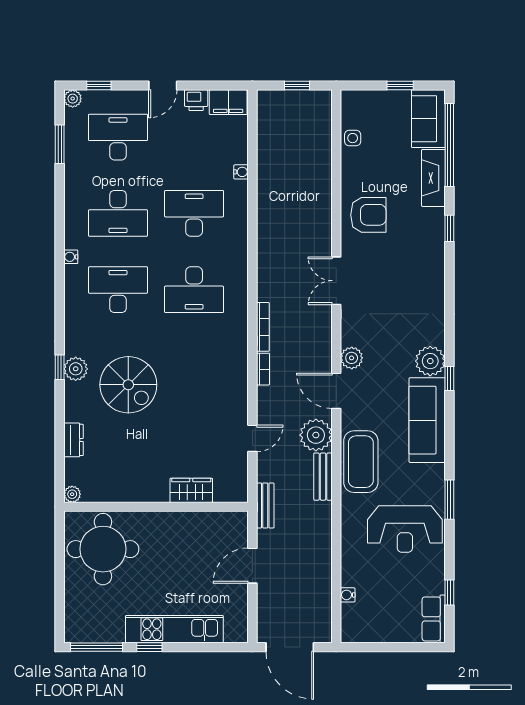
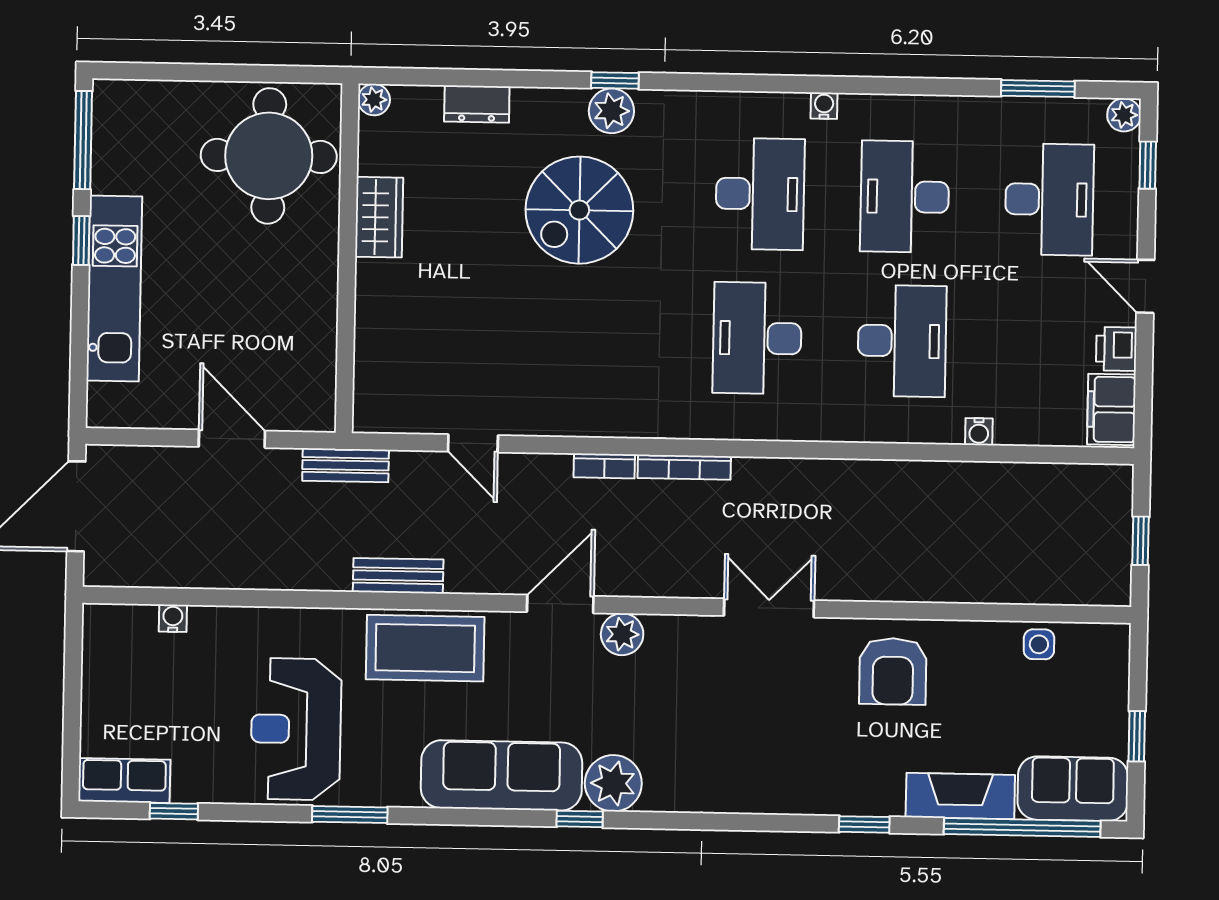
plant: (316, 435) -> (477, 564), removed
wardrobe: (191, 490) -> (379, 217), moved

